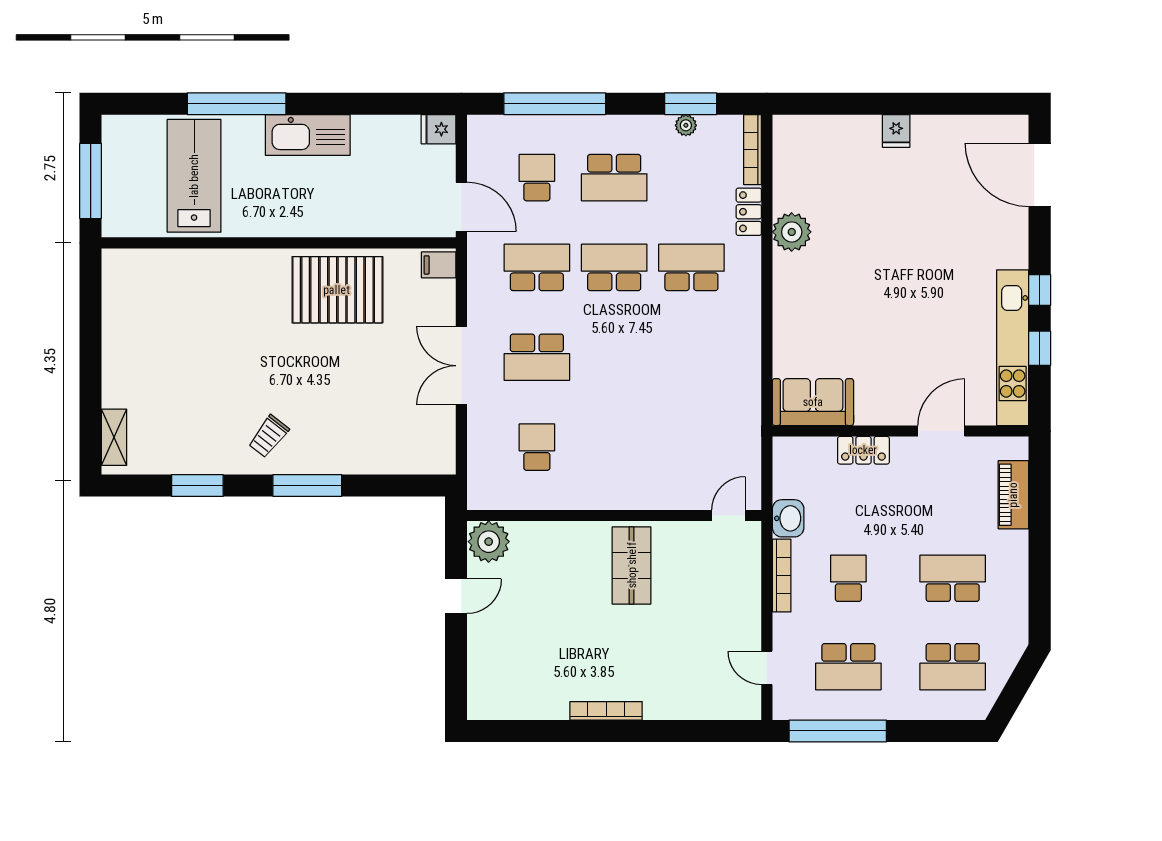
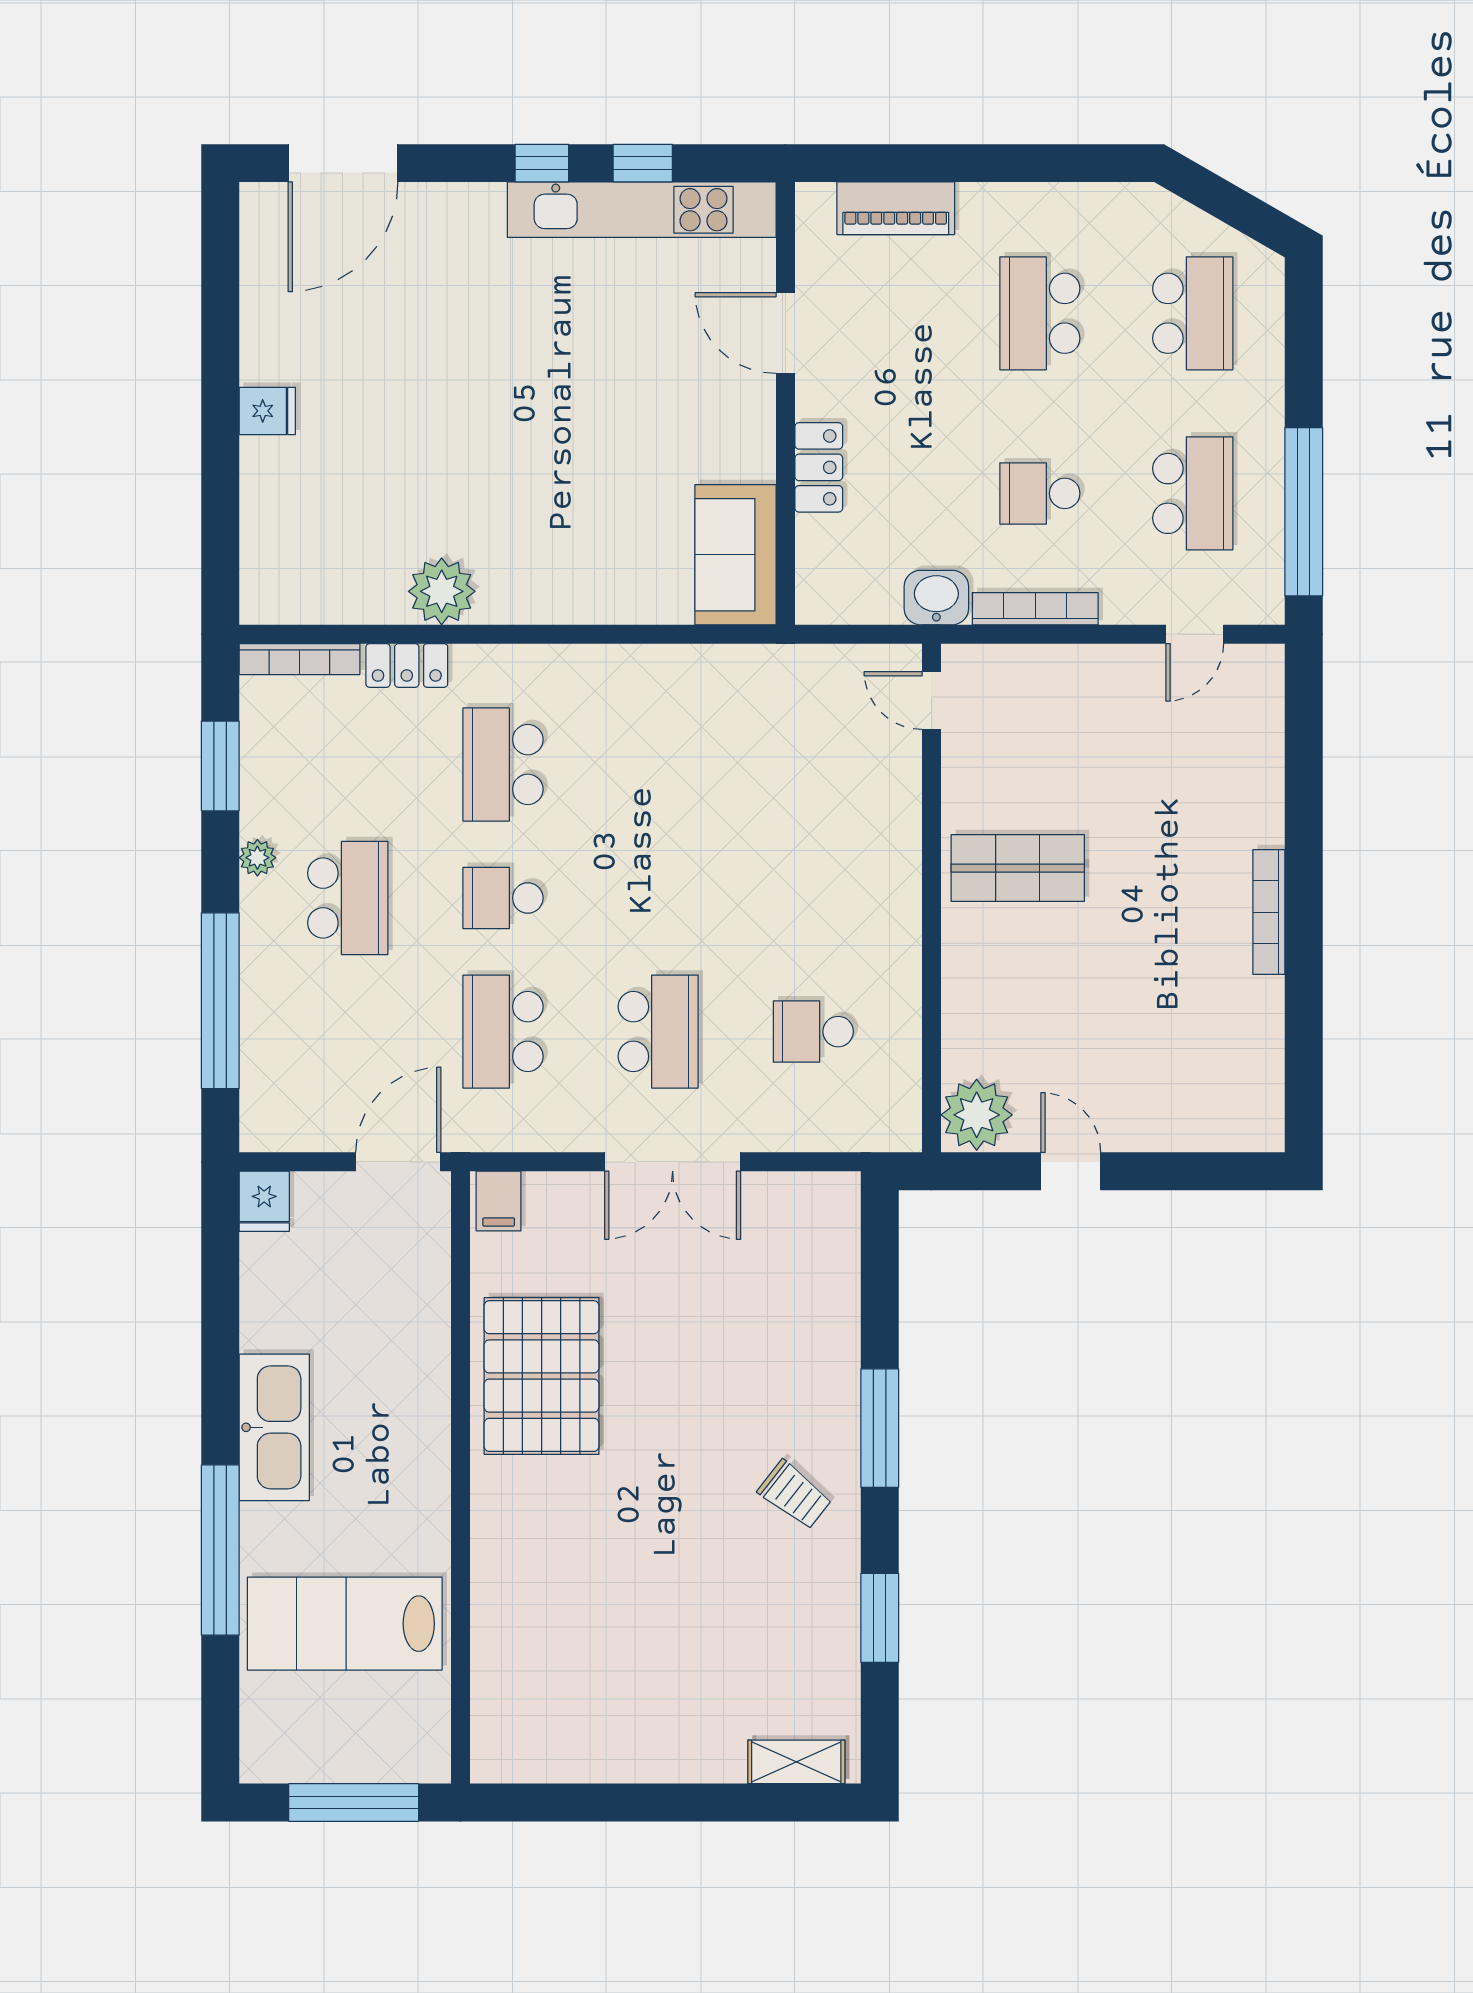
plant: (686, 125) -> (257, 858), moved
school desk: (537, 178) -> (348, 1032), removed
school desk: (614, 267) -> (503, 898), width x0.54

